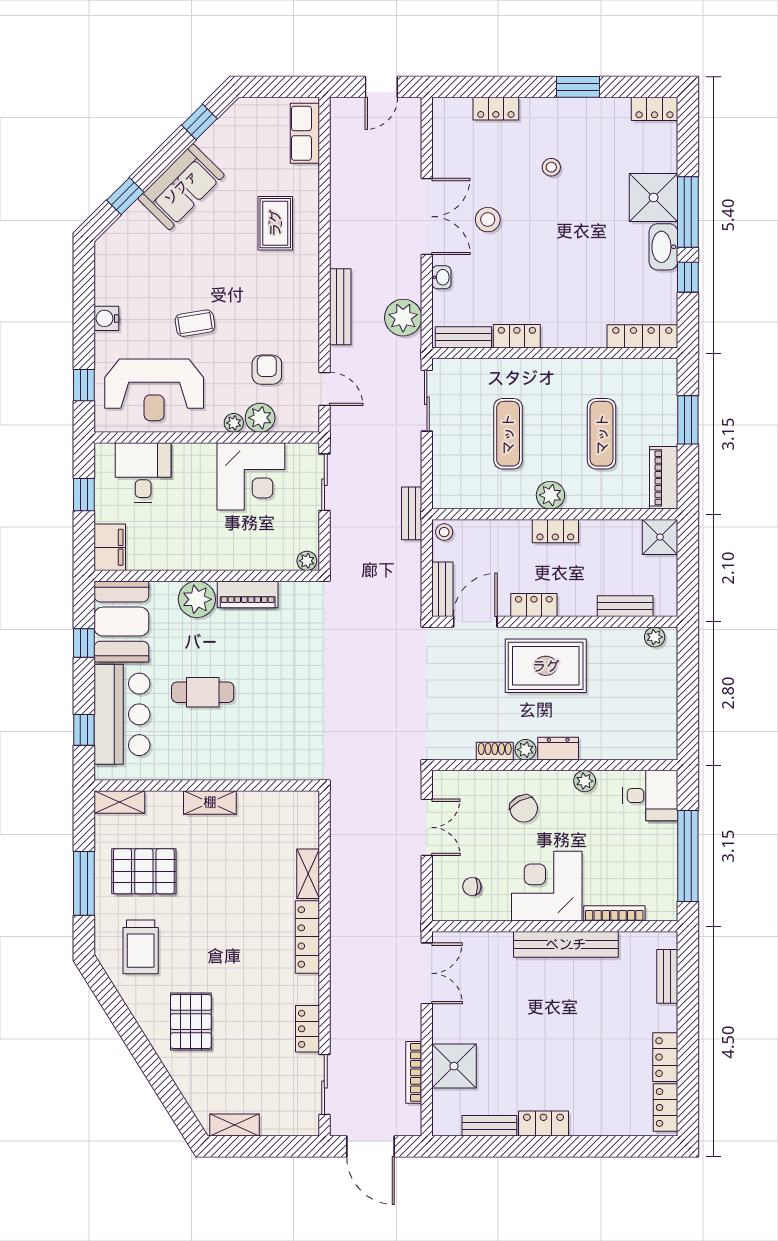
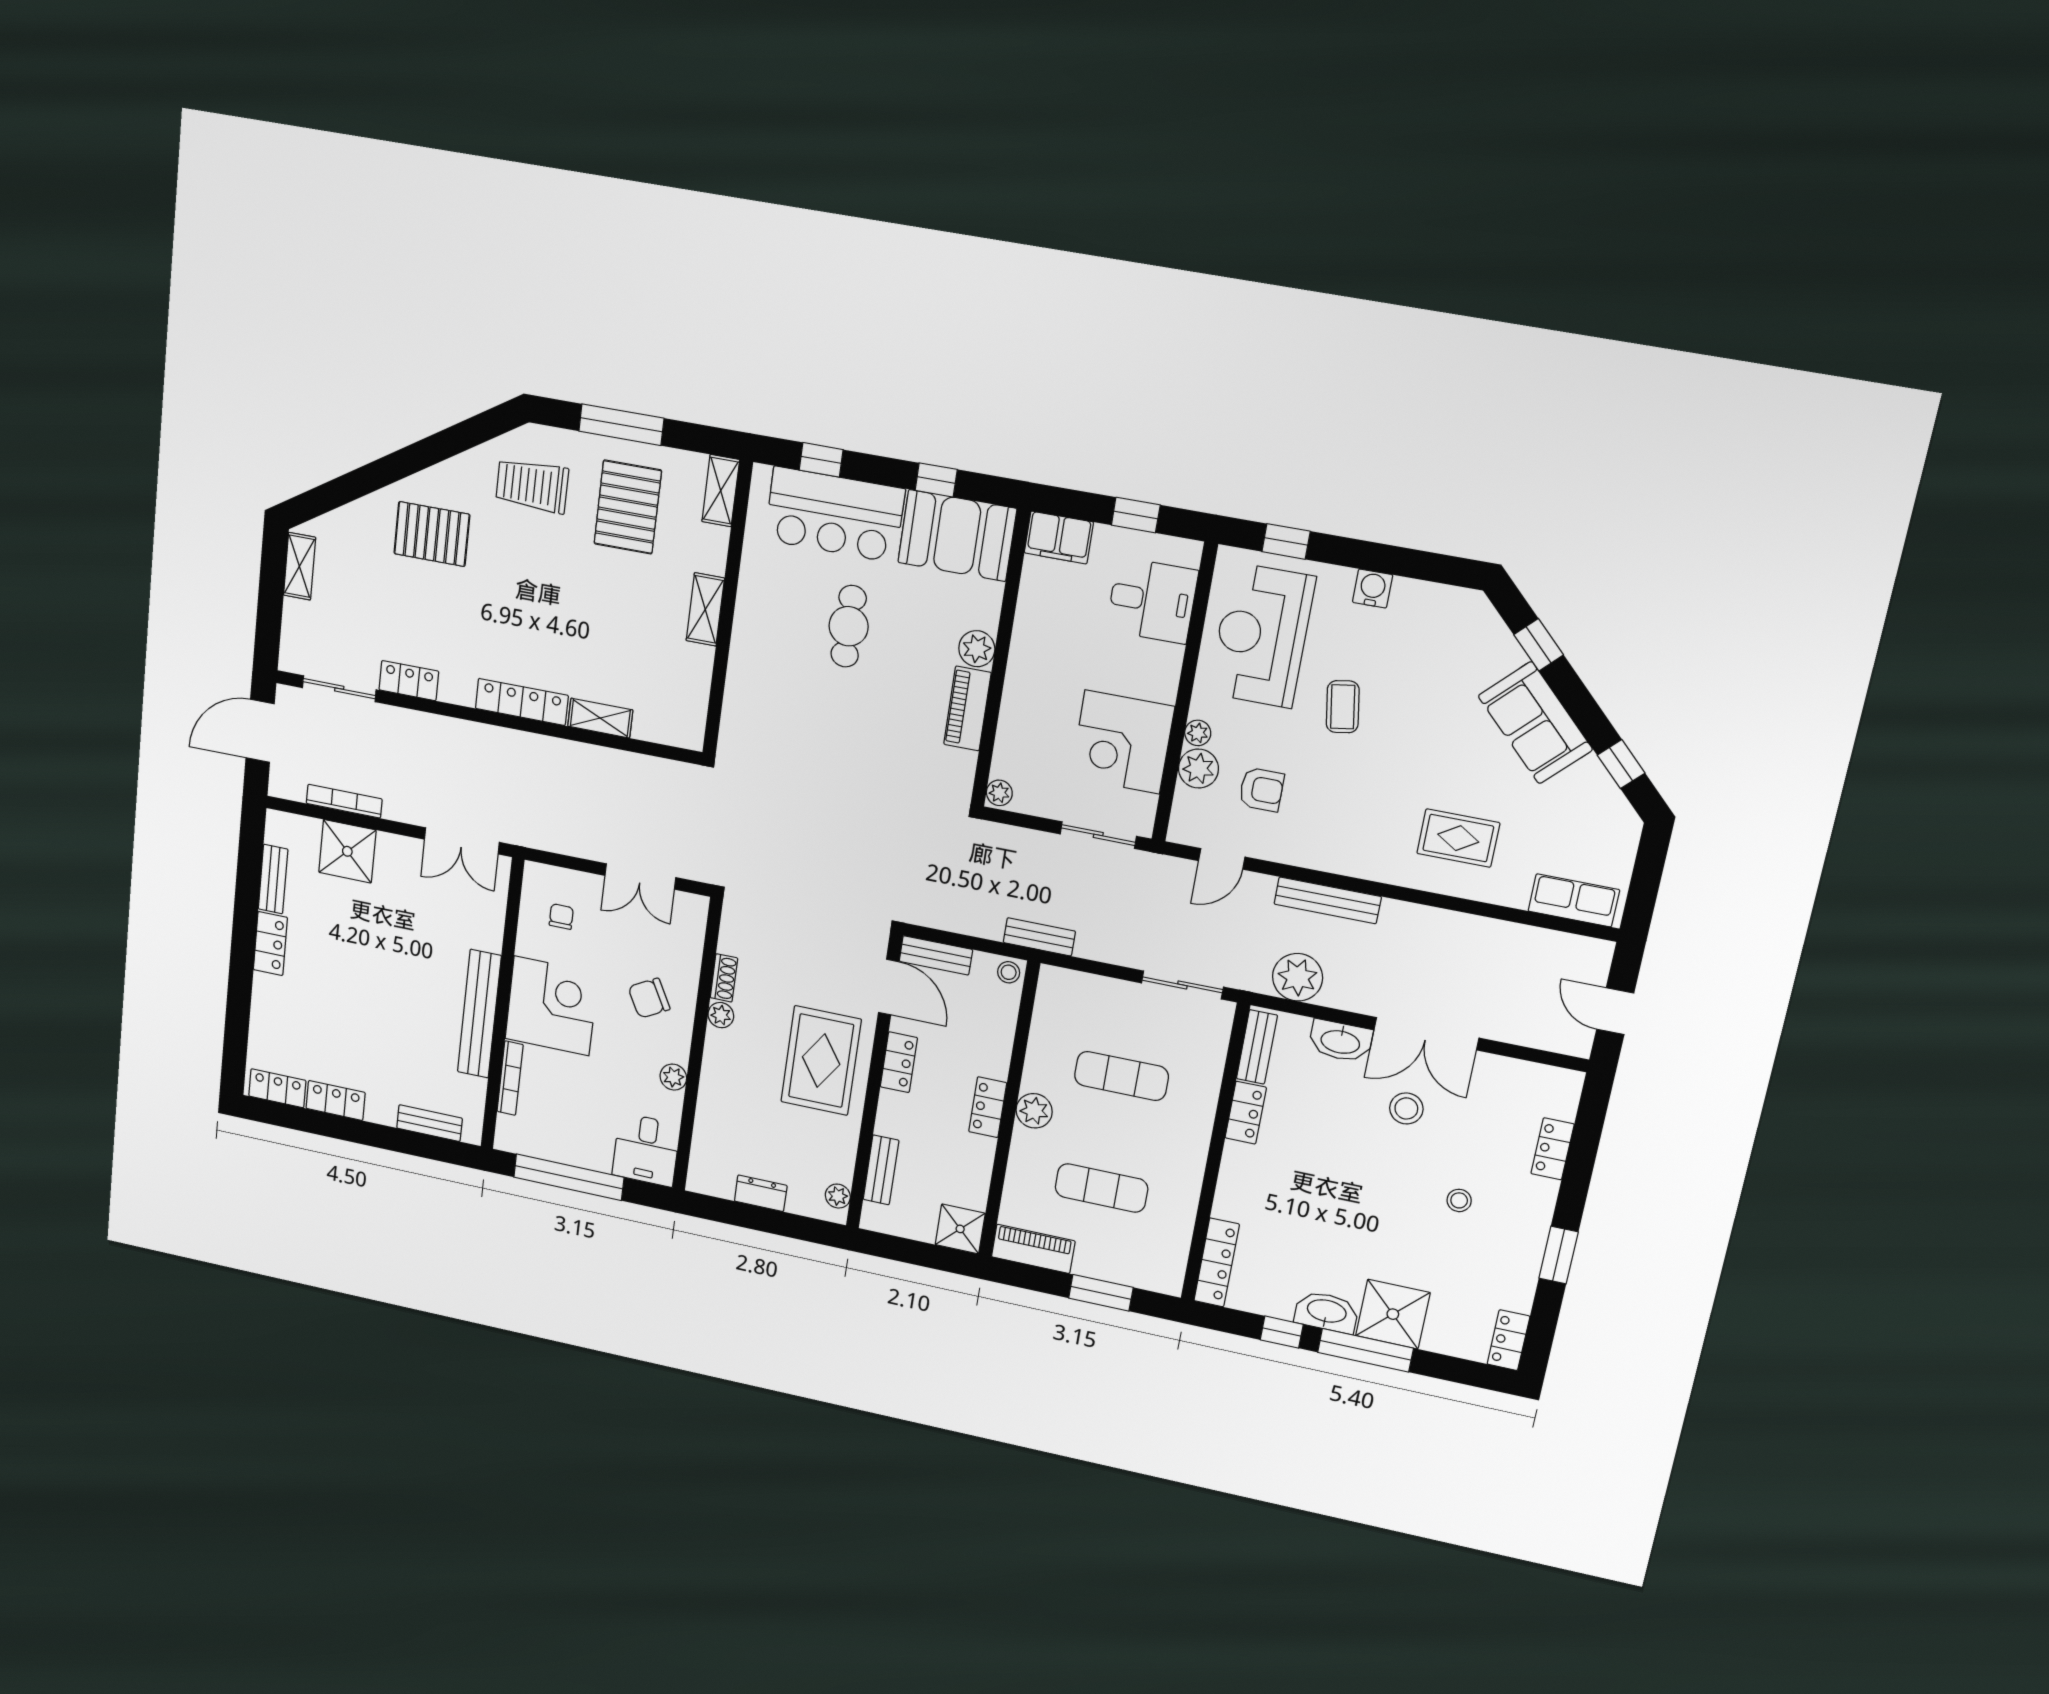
washbasin: (441, 277) -> (1340, 1041), width x1.91, depth x1.45
plant: (197, 599) -> (977, 649), width x0.73, depth x0.73
dresser: (558, 749) -> (761, 1193), moved, turned -90

